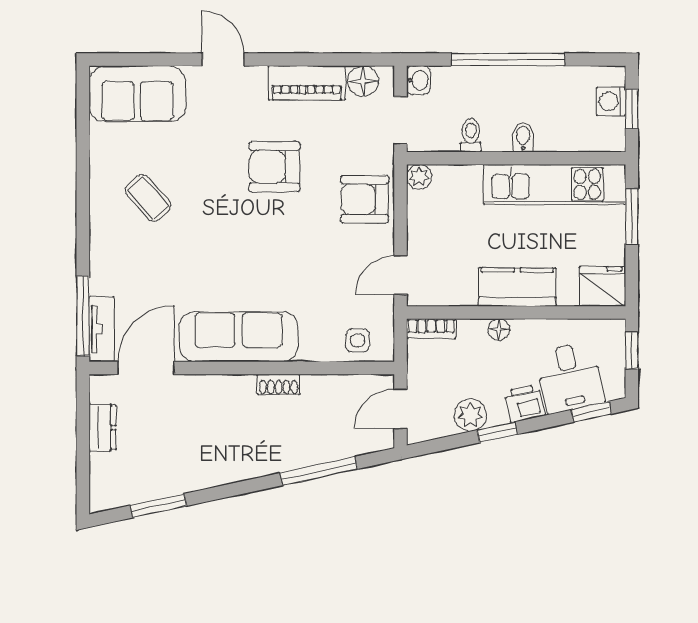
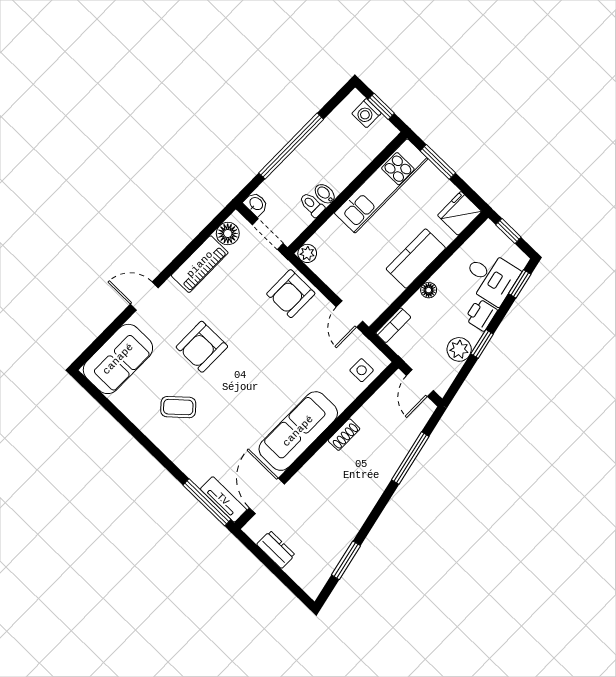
bidet: (523, 137) -> (325, 194), moved
armchair: (275, 167) -> (202, 347), moved

